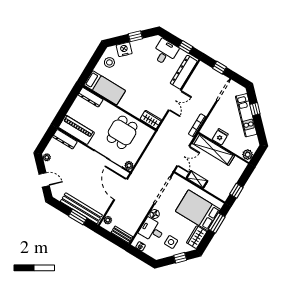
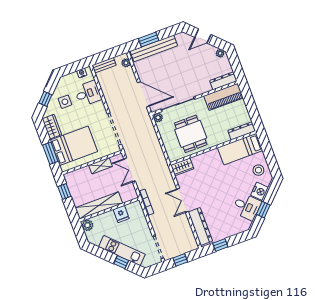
desk: (165, 52) -> (247, 207), moved, turned -45
shelving: (213, 150) -> (99, 206), moved
floor lamp: (155, 214) -> (100, 107), removed

